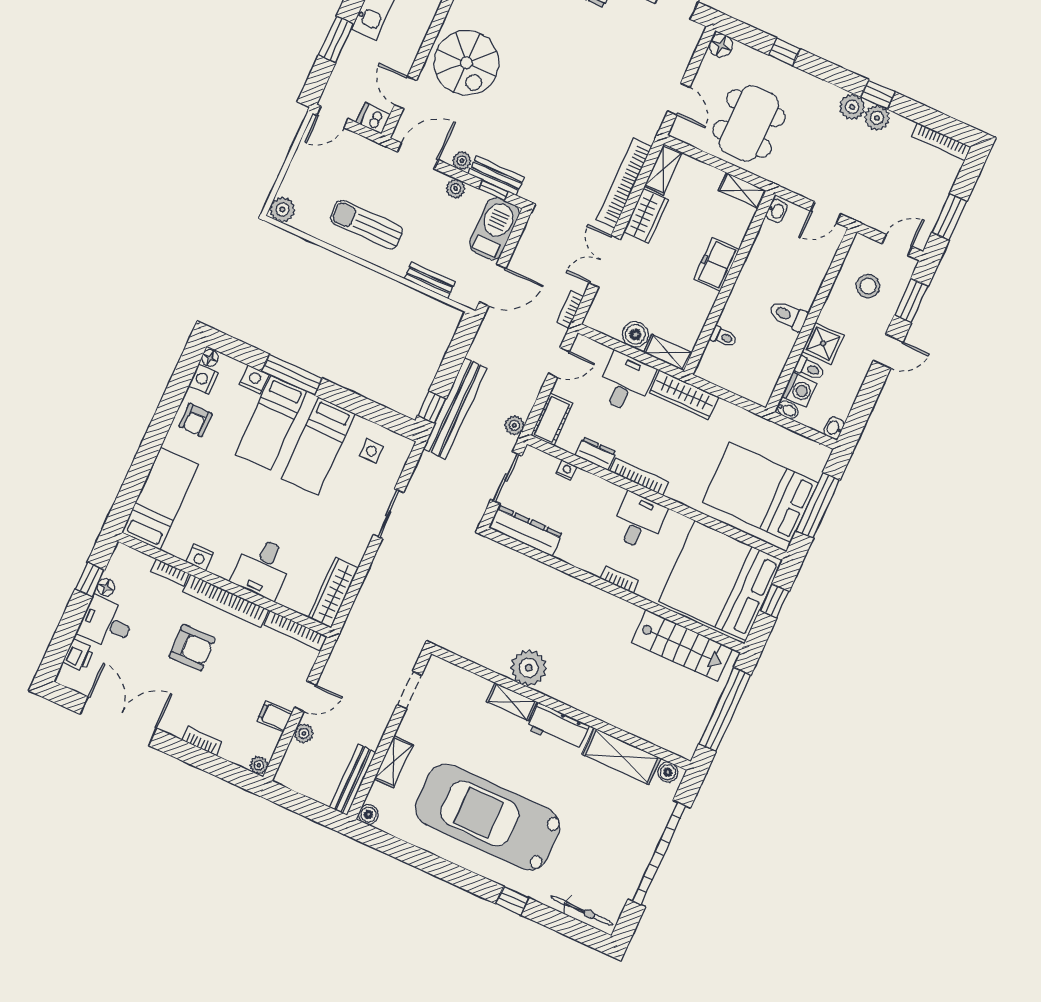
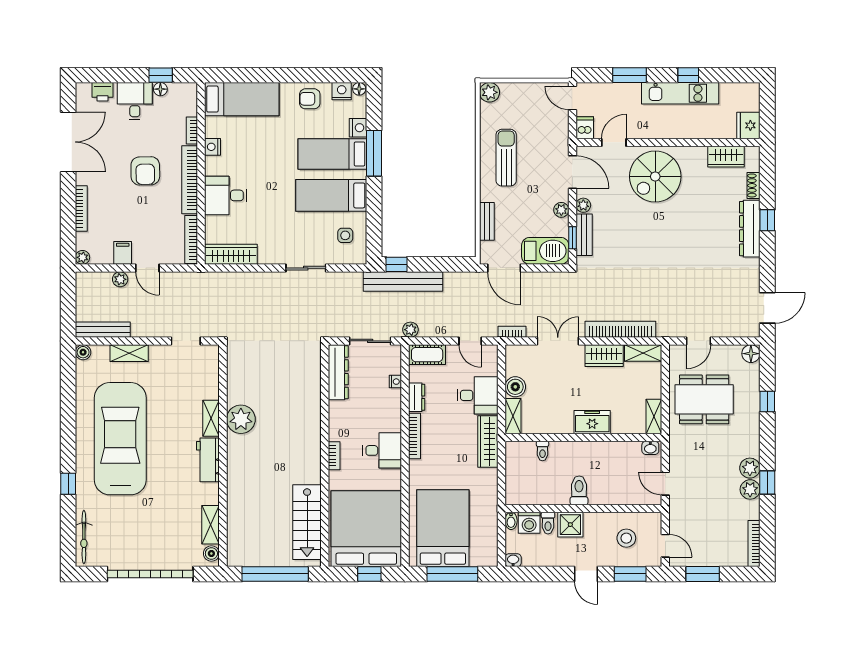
bookcase: (202, 741) -> (81, 209), width x1.56
shelving: (622, 756) -> (210, 525), width x0.67, depth x0.75

